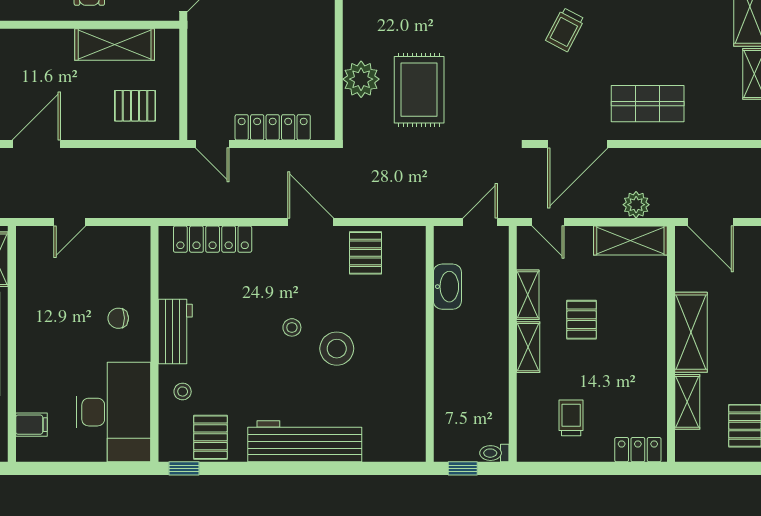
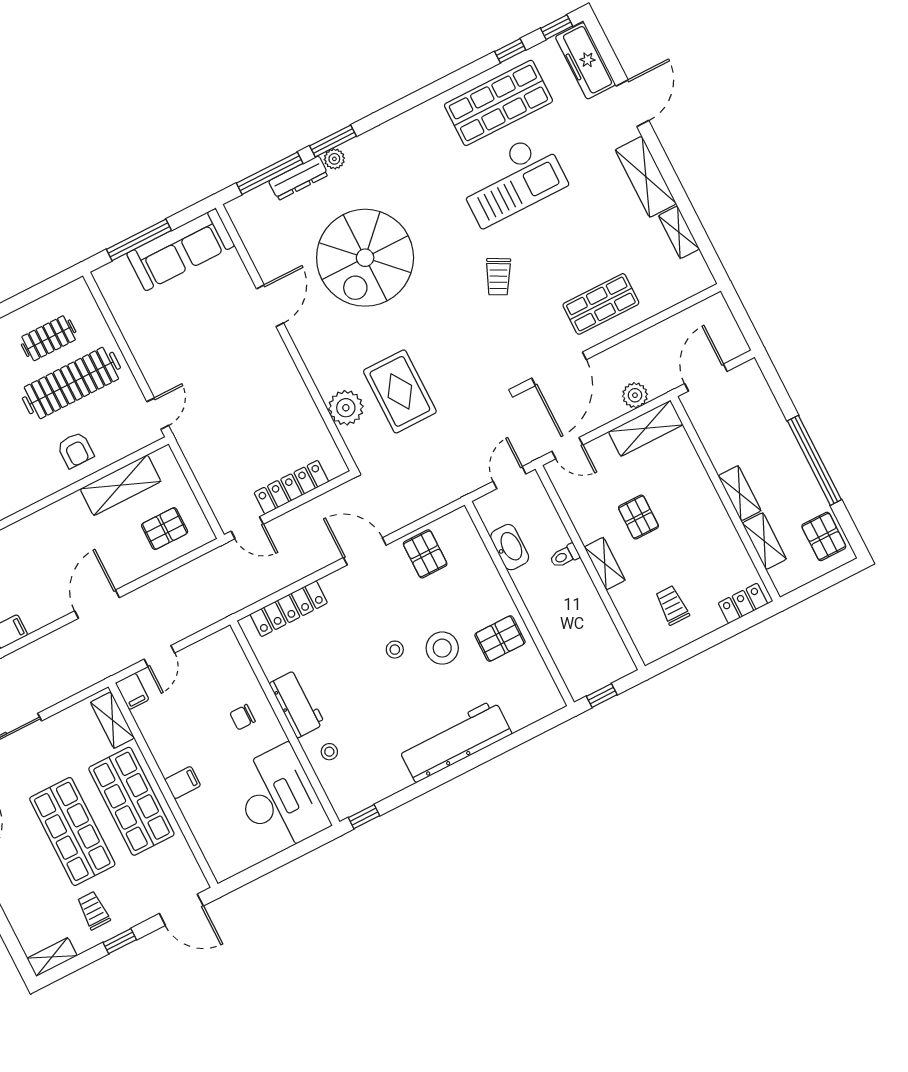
door: (710, 222) -> (706, 378), swing flipped
filing cabinet: (28, 242) -> (132, 691), added
shelving: (528, 295) -> (582, 519), removed
shelving: (691, 332) -> (740, 493), width x0.67, depth x0.75
filing cabinet: (31, 425) -> (183, 783), moved
pallet: (210, 437) -> (500, 639), moved, turned 90
toilet: (494, 453) -> (565, 556), moved

